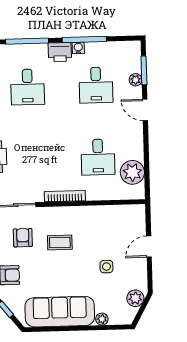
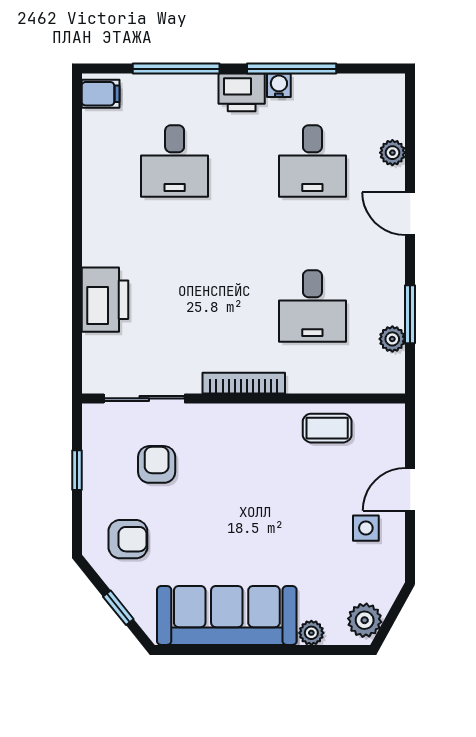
window: (144, 70) -> (410, 314), moved
plant: (132, 172) -> (392, 339), width x0.53, depth x0.53
coffee table: (60, 243) -> (327, 428), moved
side table: (106, 267) -> (366, 528), moved
plant: (135, 298) -> (365, 620), moved

